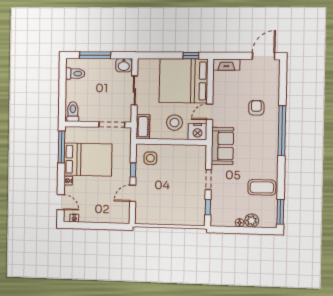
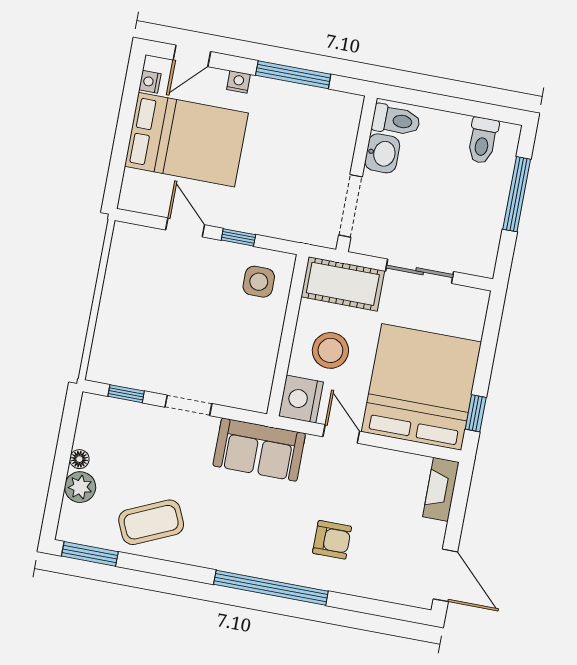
washbasin: (124, 65) -> (382, 153), moved, turned 180
cot: (143, 127) -> (343, 284), width x1.37, depth x1.34
window: (61, 147) -> (293, 75), moved
bed: (88, 160) -> (186, 140), moved, turned -90
coffee table: (262, 187) -> (151, 522), turned 66

